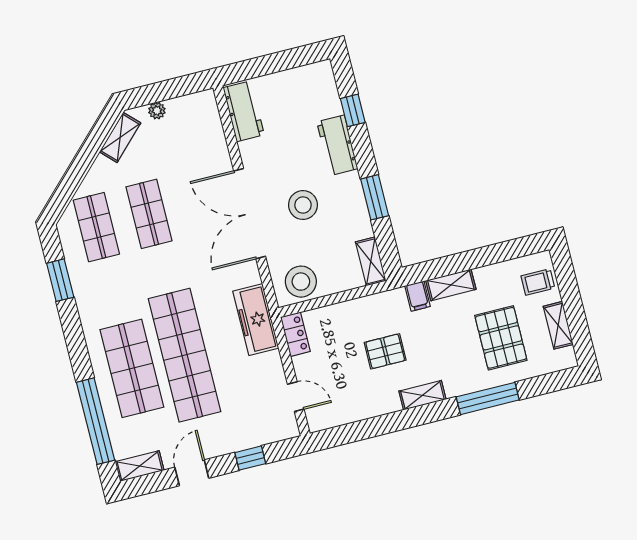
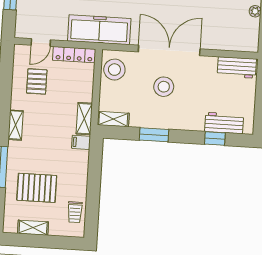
workbench: (337, 145) -> (224, 123), moved
trolley: (538, 282) -> (75, 212), moved, turned 180
shelving: (451, 285) -> (84, 119), moved
freezer: (256, 320) -> (99, 30), width x1.36, depth x1.26
locker: (295, 334) -> (74, 55), width x1.53
pallet: (385, 351) -> (37, 81), moved

